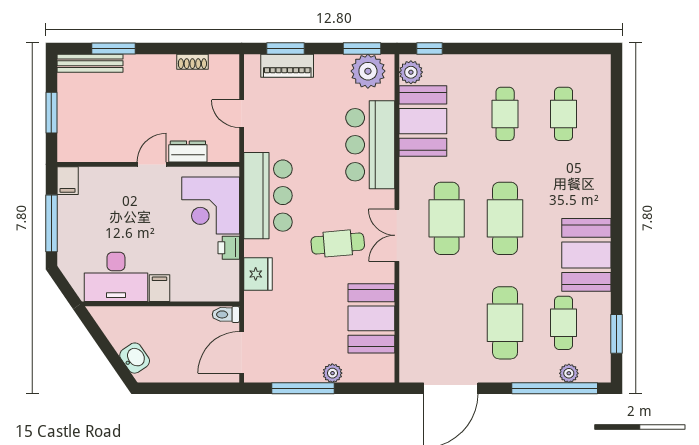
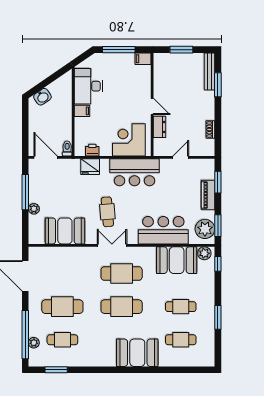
window: (524, 48) -> (218, 317), added
piano: (287, 66) -> (208, 195), moved
printer: (229, 248) -> (92, 150), moved
booth: (586, 255) -> (137, 353), moved

